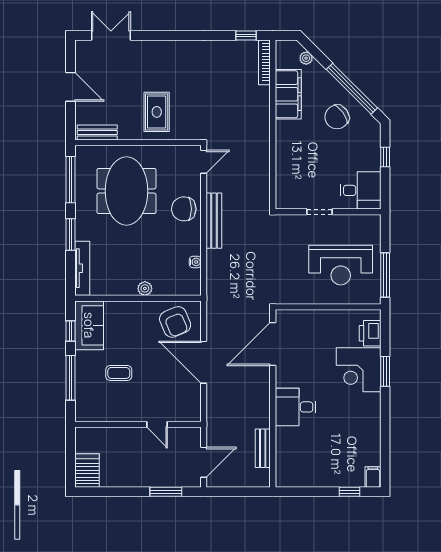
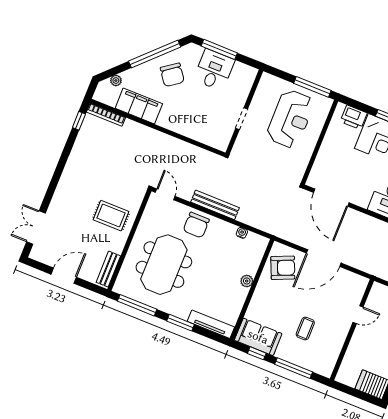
window: (385, 157) -> (219, 49), width x2.17
desk: (361, 190) -> (214, 70), moved
meeting table: (126, 191) -> (164, 265), turned 90

